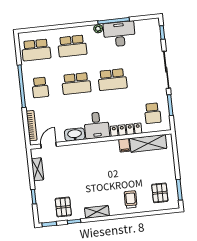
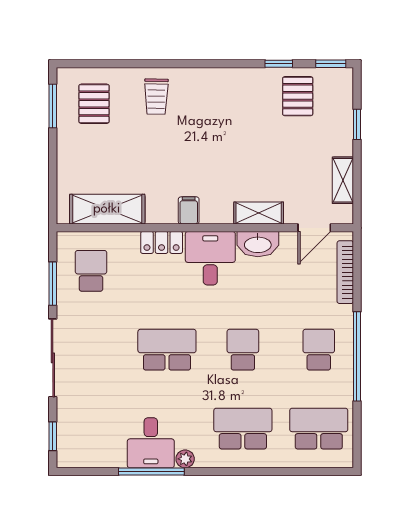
desk: (119, 34) -> (151, 443), width x0.73
school desk: (76, 84) -> (243, 350), width x0.54
locker: (126, 130) -> (162, 242), width x0.66
filing cabinet: (124, 145) -> (189, 210), moved
shelving: (97, 212) -> (259, 213), moved

